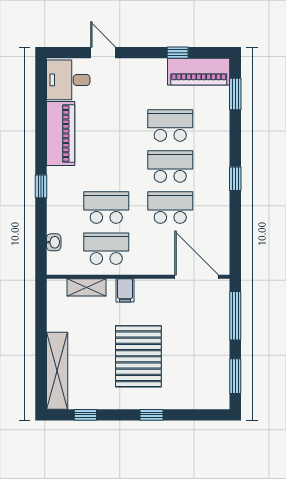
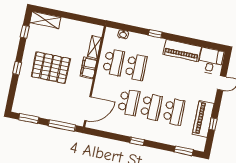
piano: (199, 72) -> (203, 119), moved
filing cabinet: (125, 290) -> (89, 68), width x2.00
shelving: (57, 371) -> (45, 20), width x0.68

